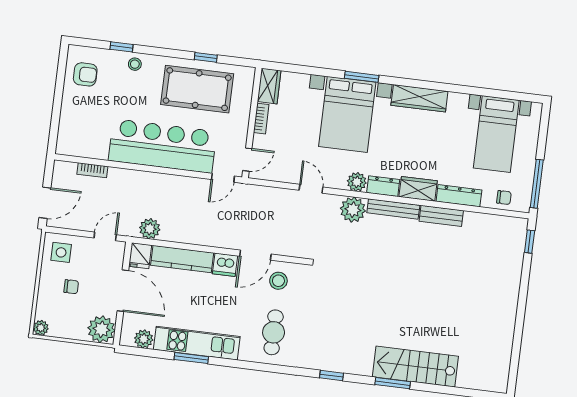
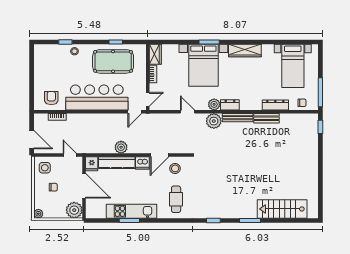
armchair: (85, 74) -> (51, 98), moved, turned -90
wardrobe: (418, 189) -> (251, 104), removed
door: (45, 203) -> (32, 140), hinge flipped
plant: (150, 229) -> (121, 147), moved
door: (105, 236) -> (70, 155), hinge flipped
plant: (144, 339) -> (100, 213), removed
stairs: (415, 367) -> (282, 209), moved

